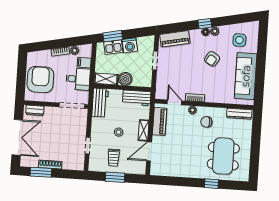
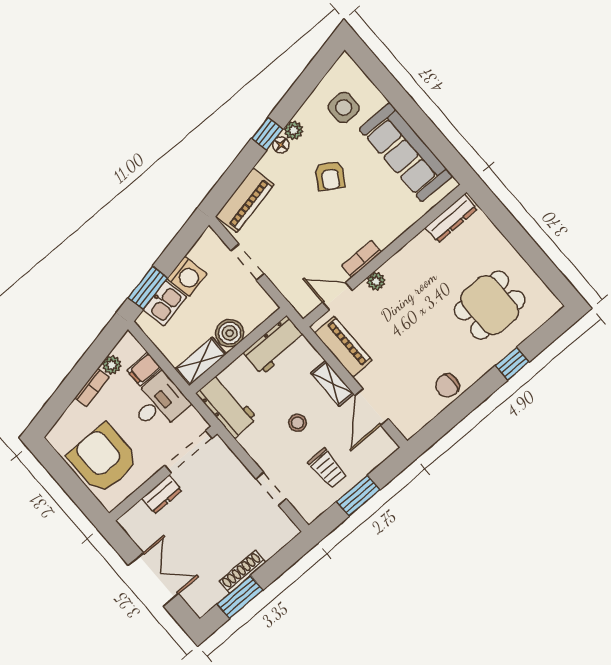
dresser: (35, 110) -> (162, 494), moved
chair: (206, 122) -> (447, 386), moved
double door: (17, 137) -> (153, 580), width x0.73
dining table: (223, 156) -> (490, 305), width x0.73

